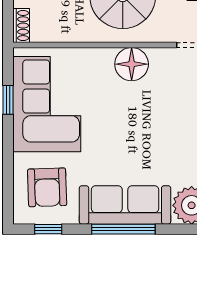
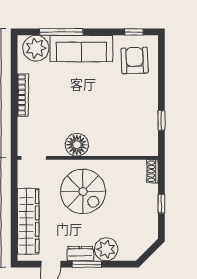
corner sofa: (47, 104) -> (135, 117), removed
window: (123, 229) -> (61, 32), moved

